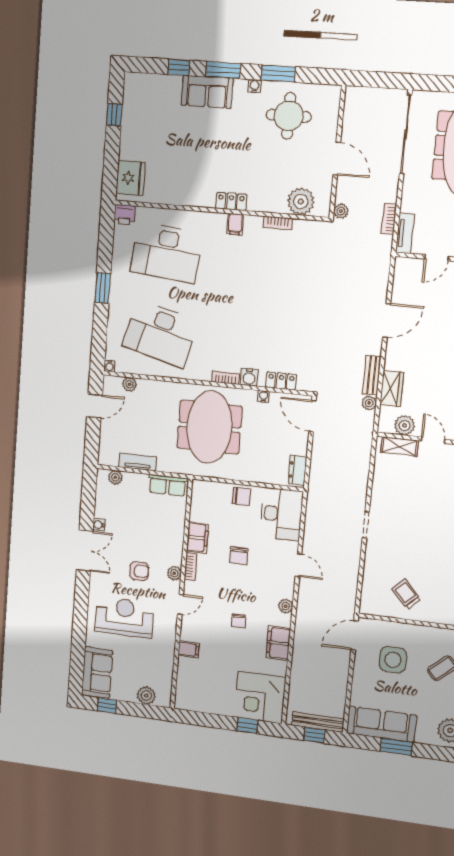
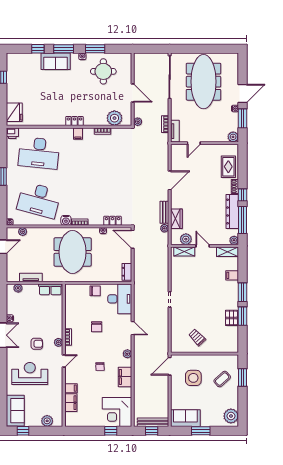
water cooler: (249, 377) -> (66, 220), moved
filing cabinet: (197, 538) -> (71, 403), moved
sofa: (381, 724) -> (185, 418), width x0.73

